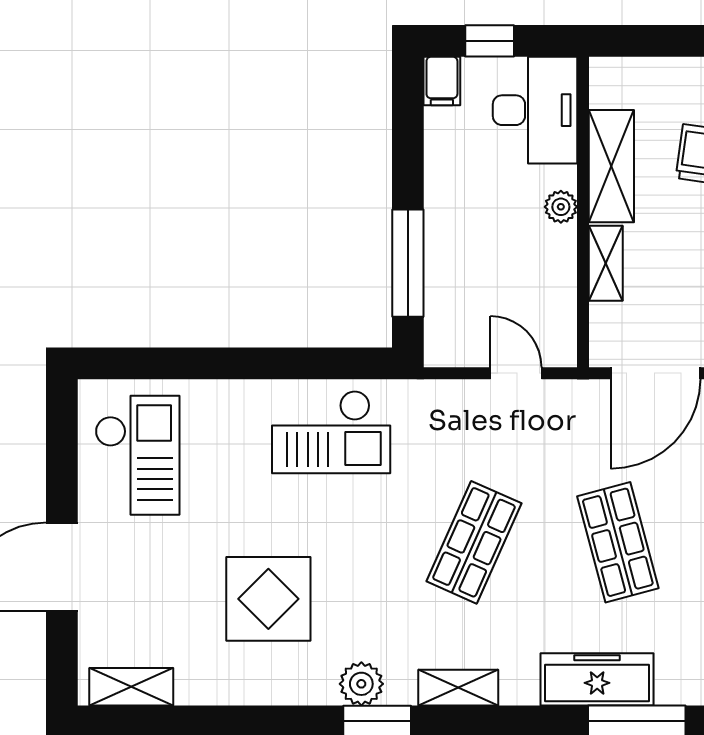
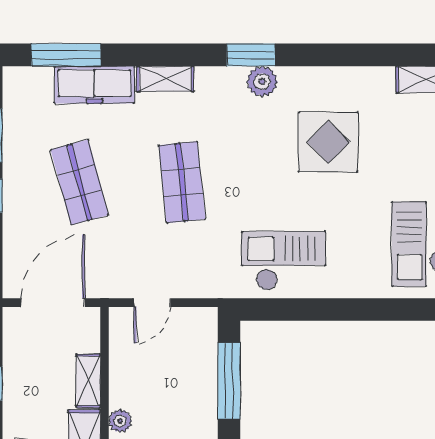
door: (516, 373) -> (152, 303), hinge flipped
shop shelf: (474, 542) -> (182, 182), turned -30
shelving: (458, 688) -> (165, 79), moved

